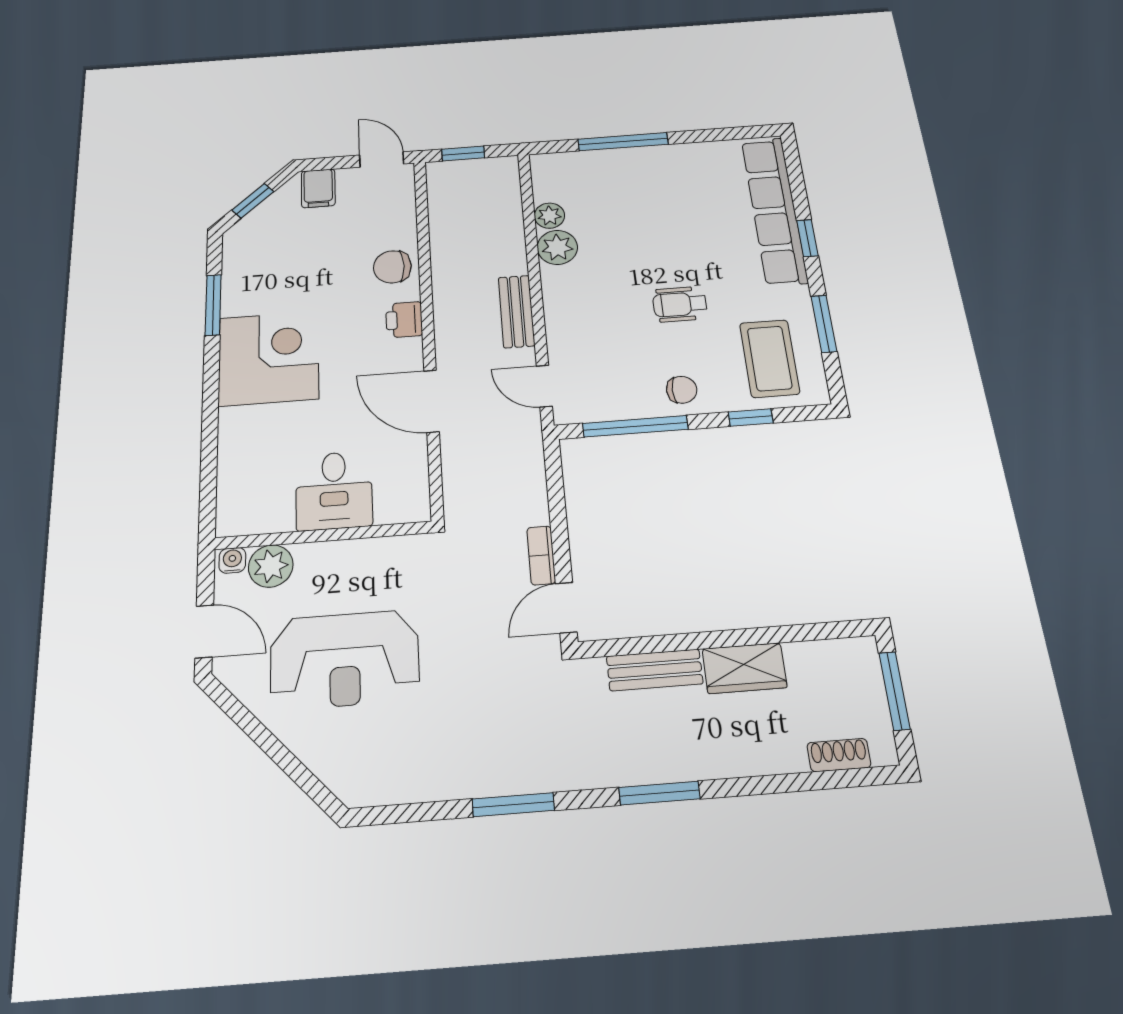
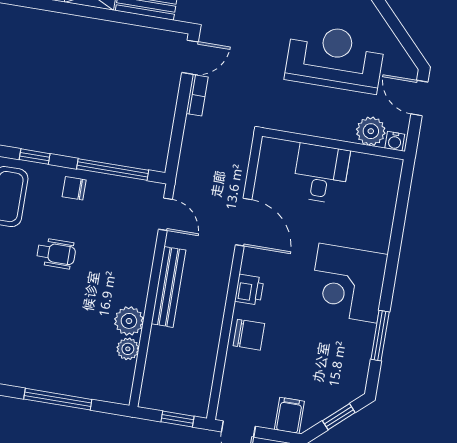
bench: (516, 311) -> (168, 287), width x1.36

